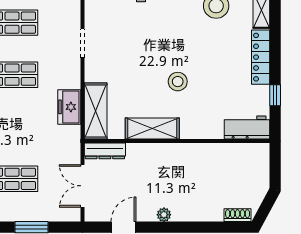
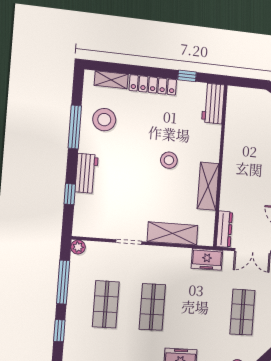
freezer: (69, 107) -> (207, 259), moved
shelving: (96, 111) -> (172, 233), moved

